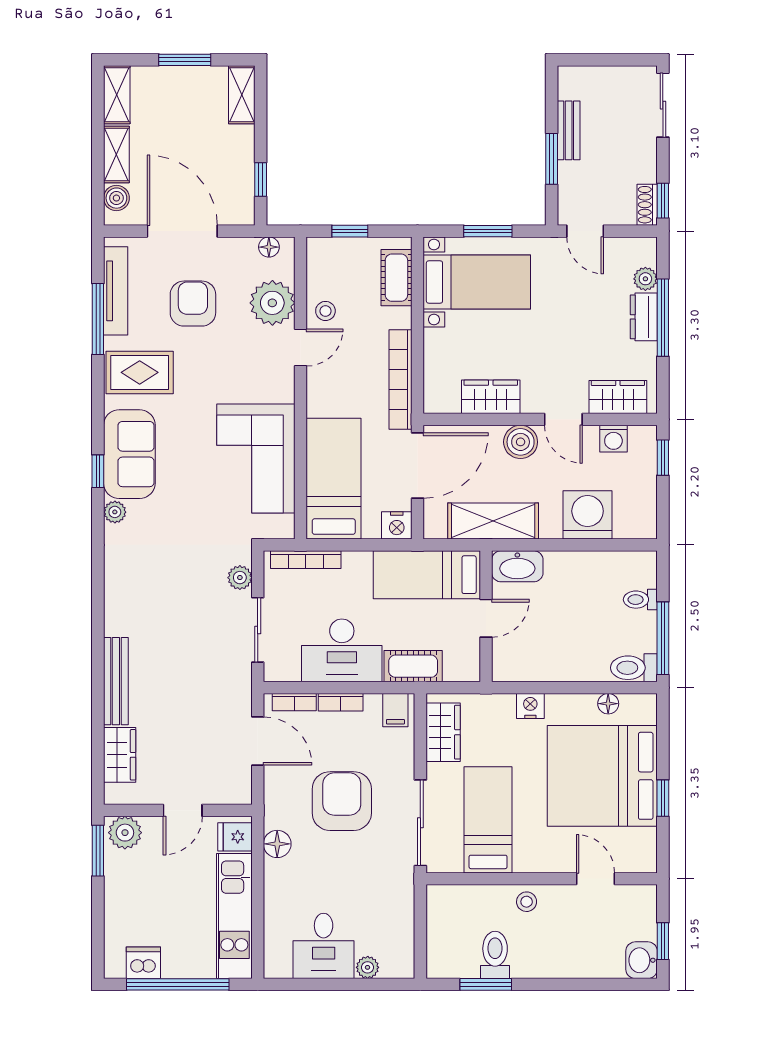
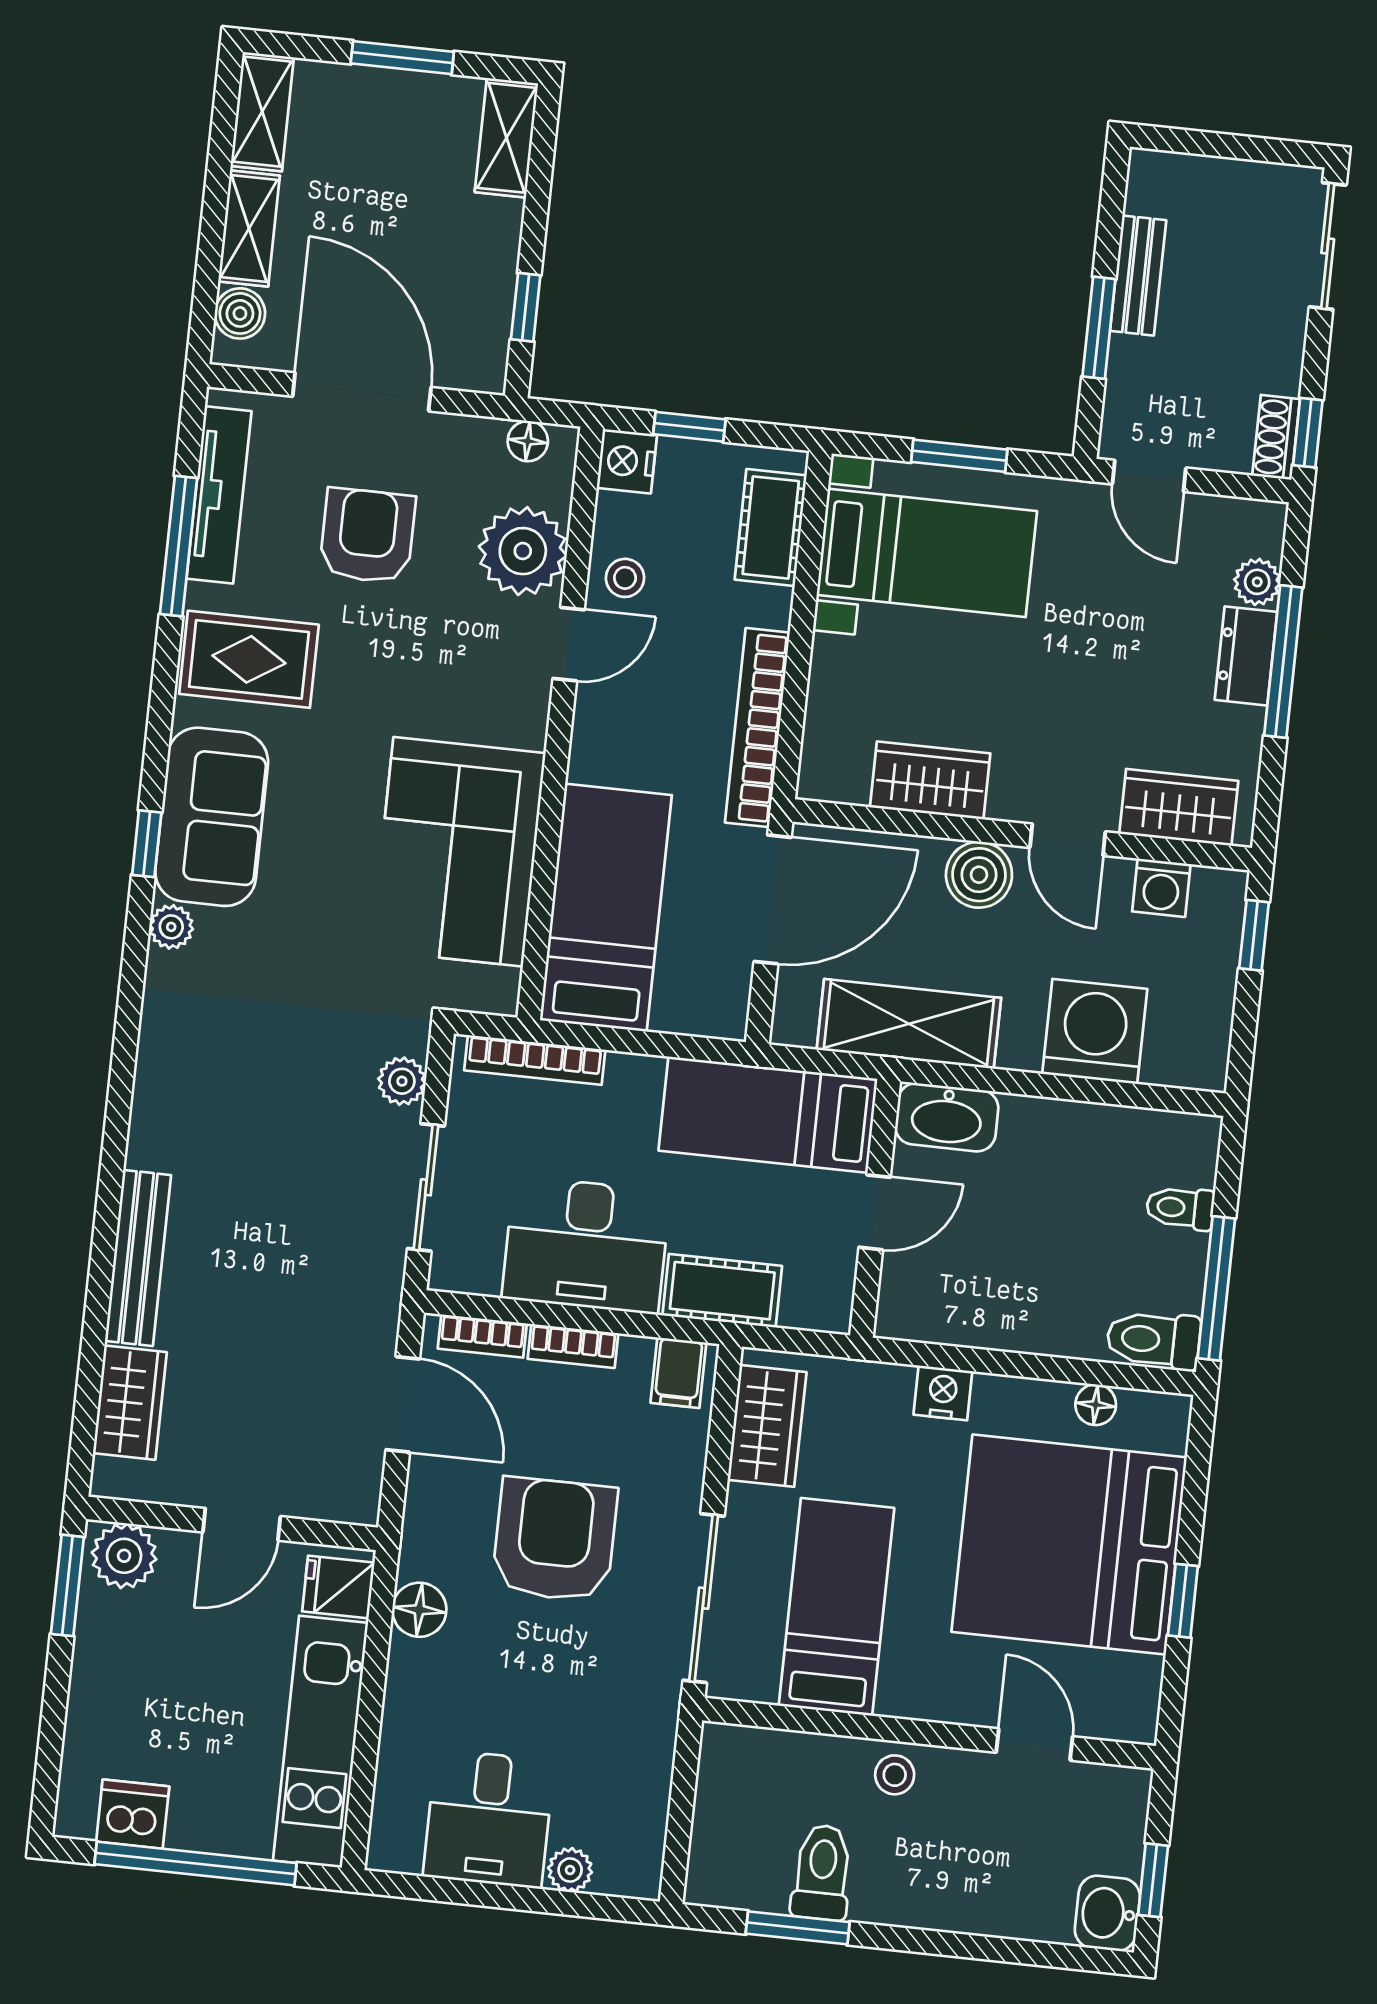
nightstand: (397, 525) -> (627, 461), moved, turned 90

